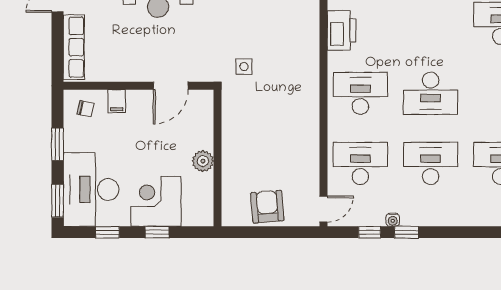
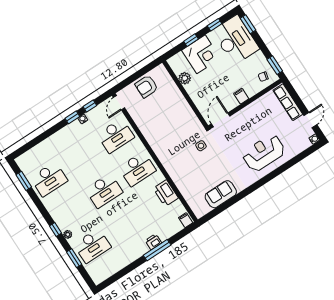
door: (171, 86) -> (221, 120), moved
desk: (431, 93) -> (104, 191), turned 180
filing cabinet: (117, 101) -> (241, 96), moved
window: (57, 144) -> (275, 65), moved
plant: (203, 161) -> (185, 78), moved
desk: (431, 163) -> (82, 157), removed
armchair: (267, 207) -> (146, 86), turned 95

